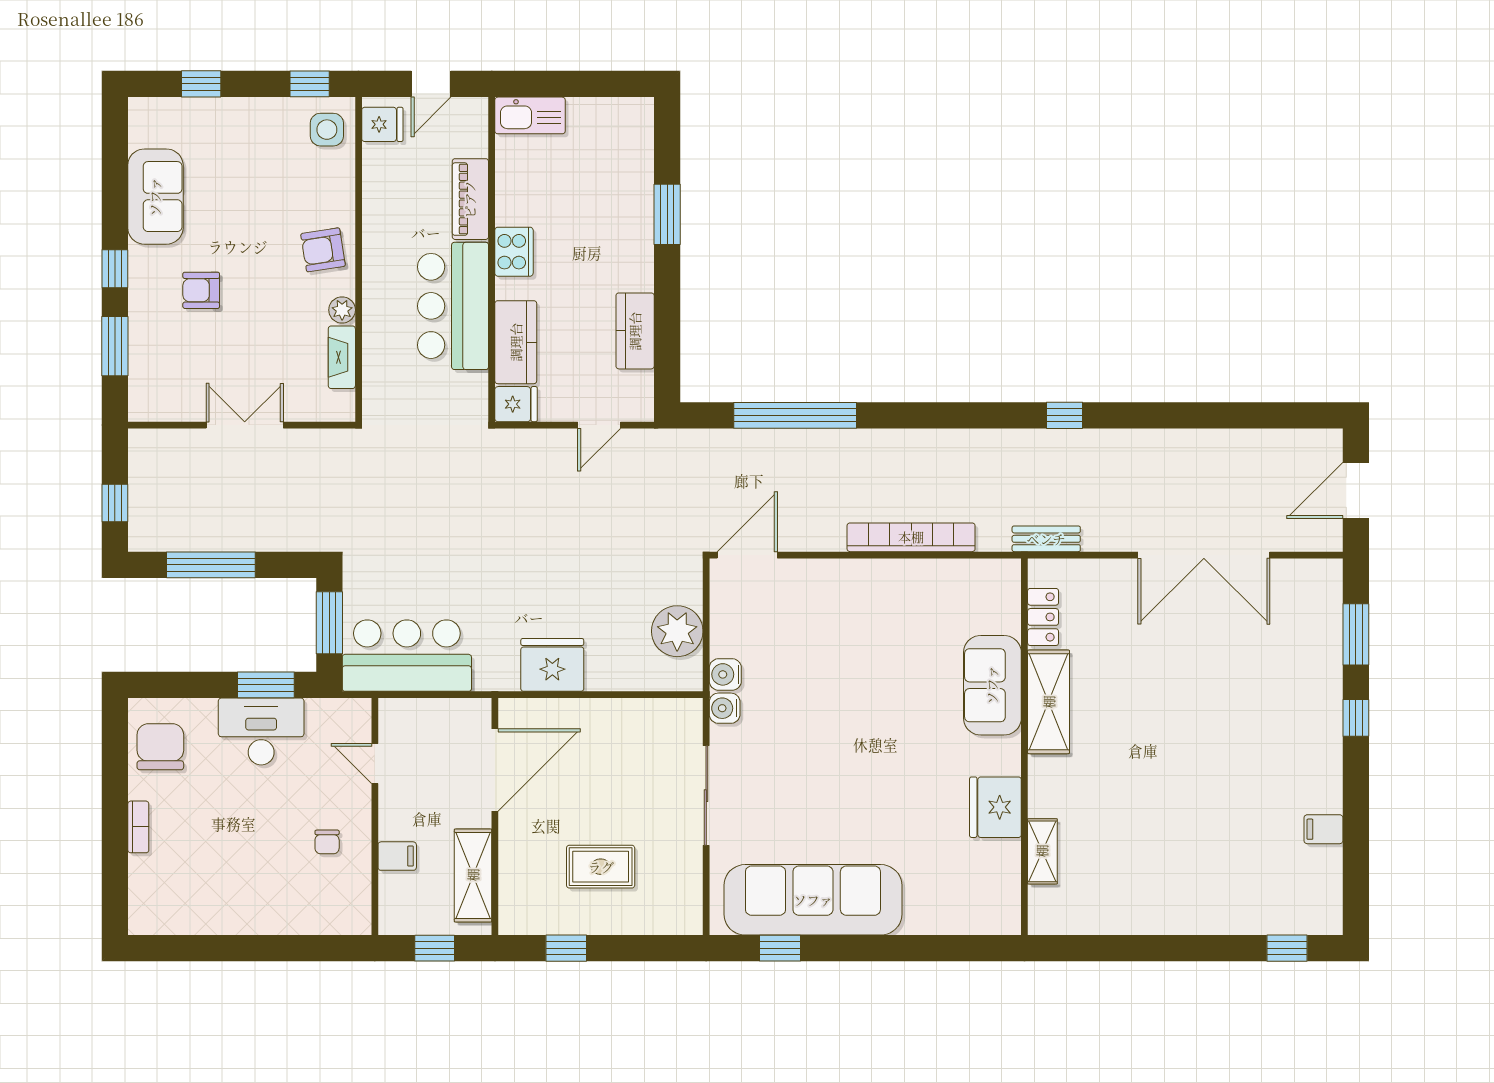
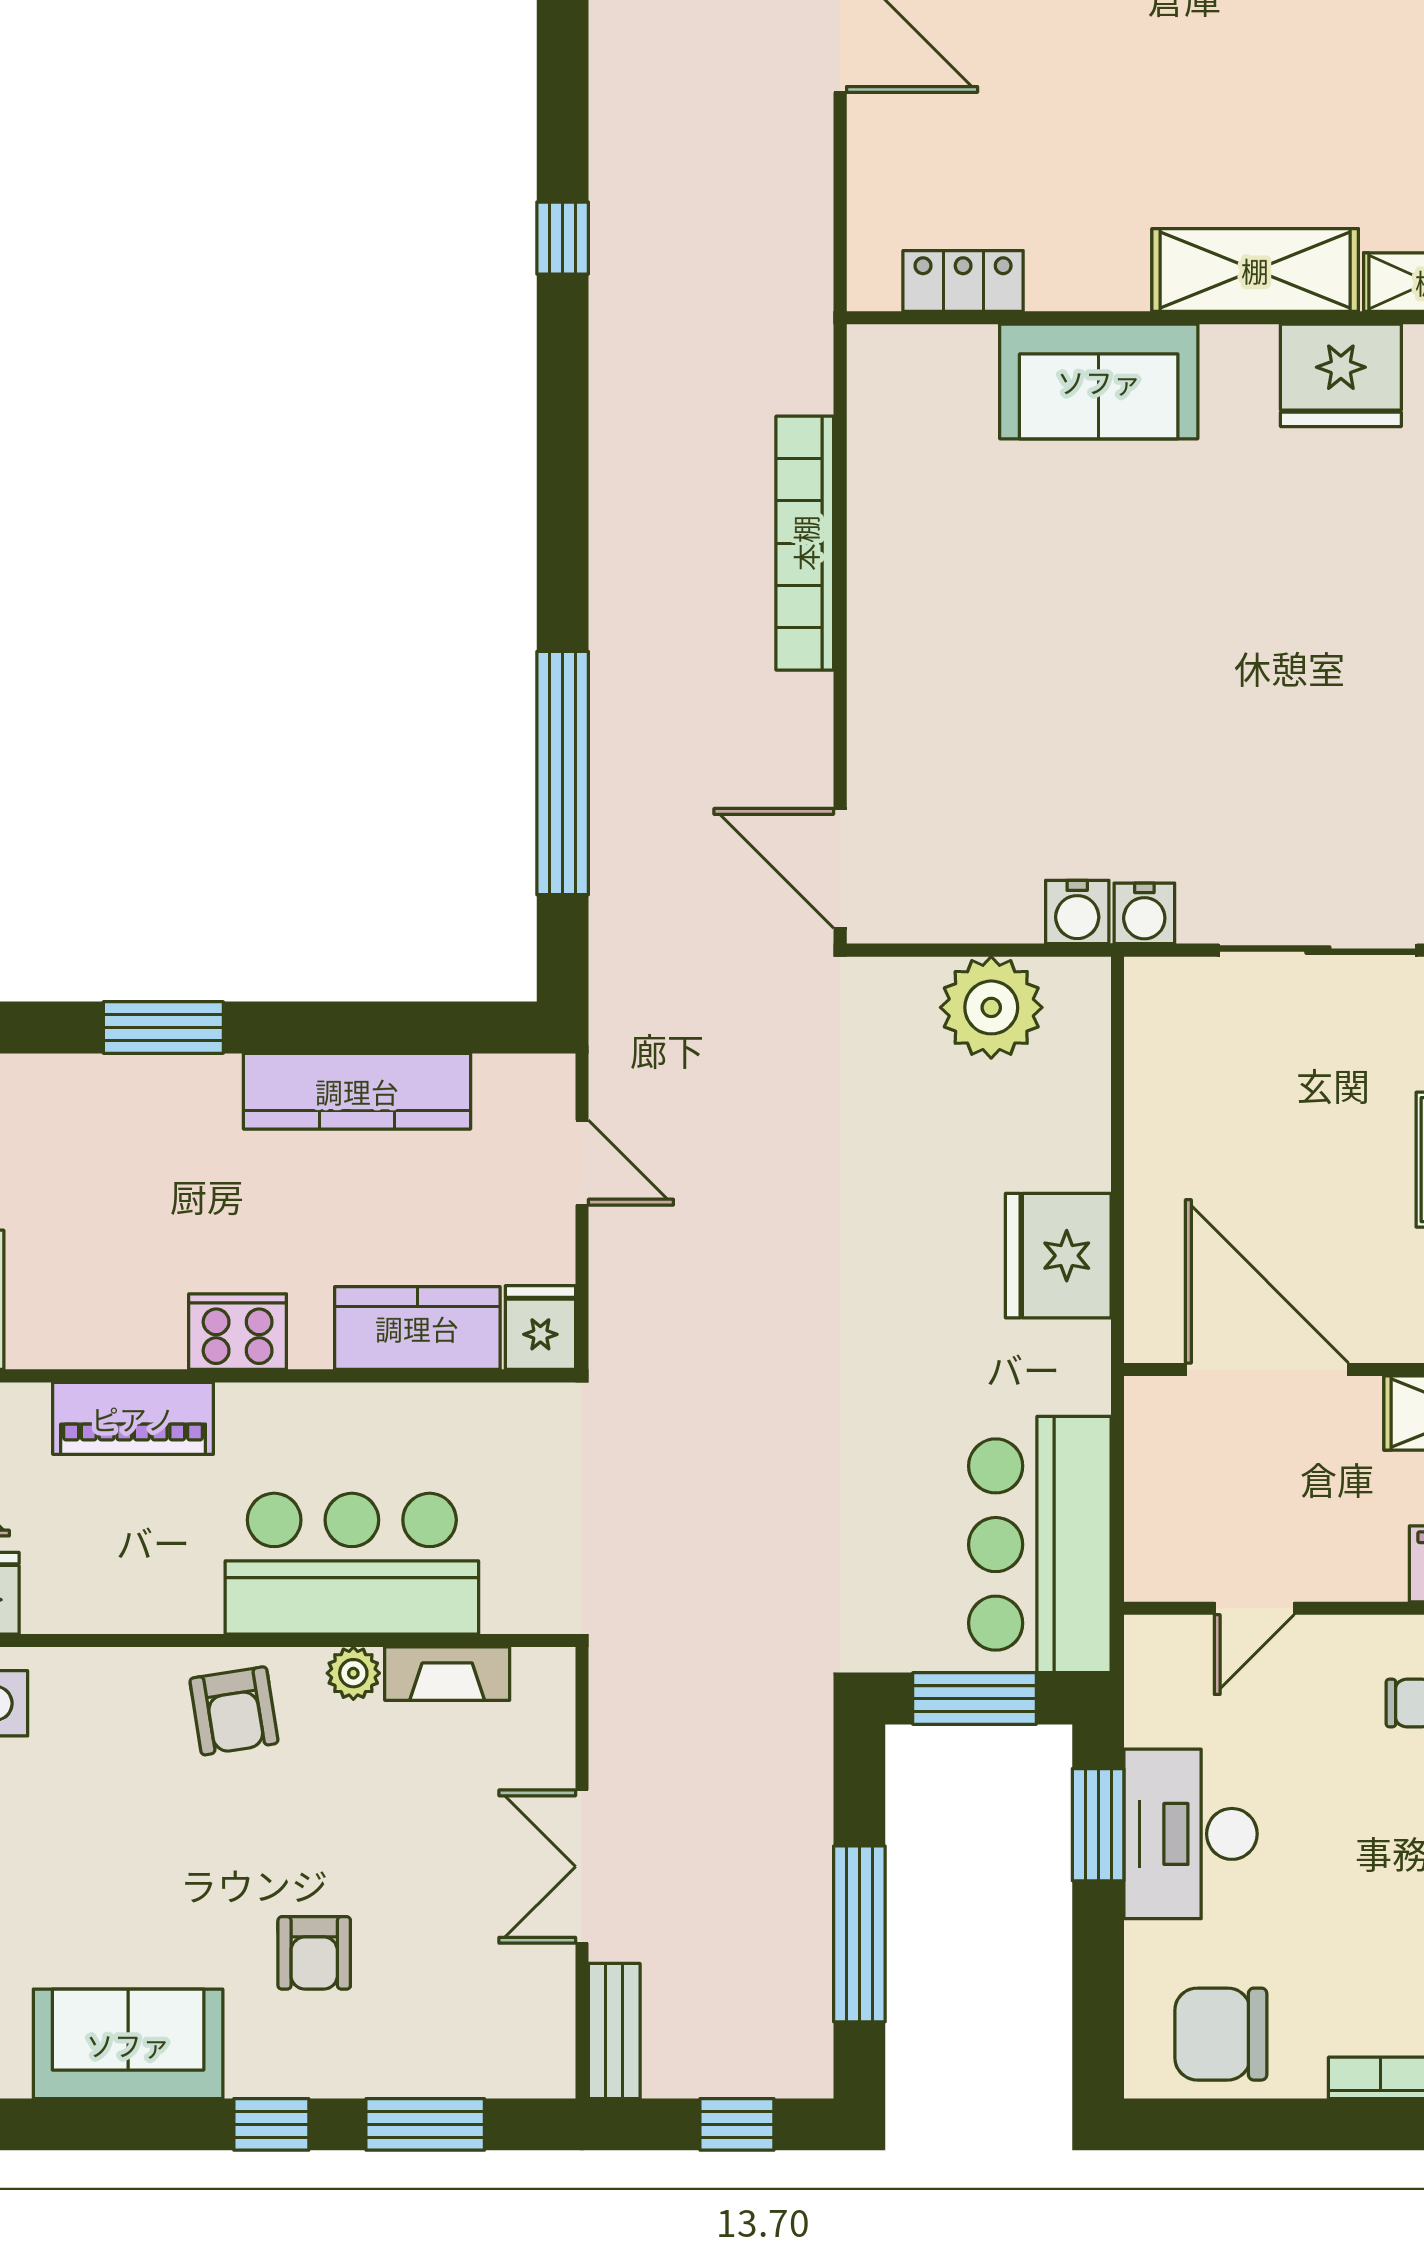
bar counter: (453, 306) -> (352, 1564), moved, turned 180
kitchen counter: (635, 331) -> (357, 1091), width x1.50
bench: (1046, 539) -> (614, 2031), moved
shelving: (1049, 702) -> (1255, 270), moved

